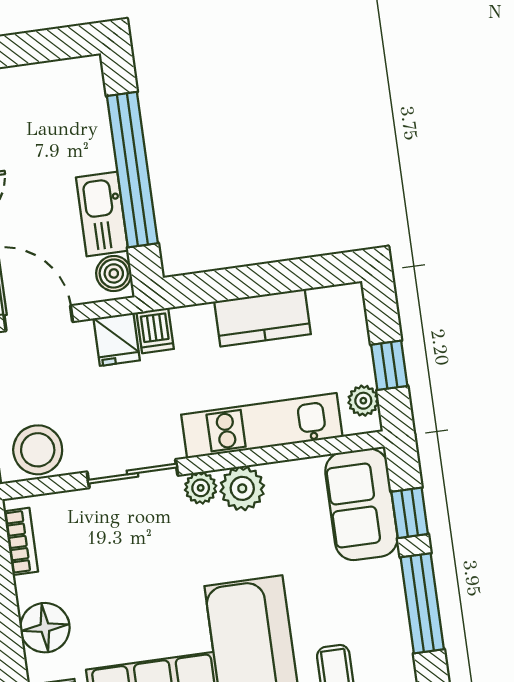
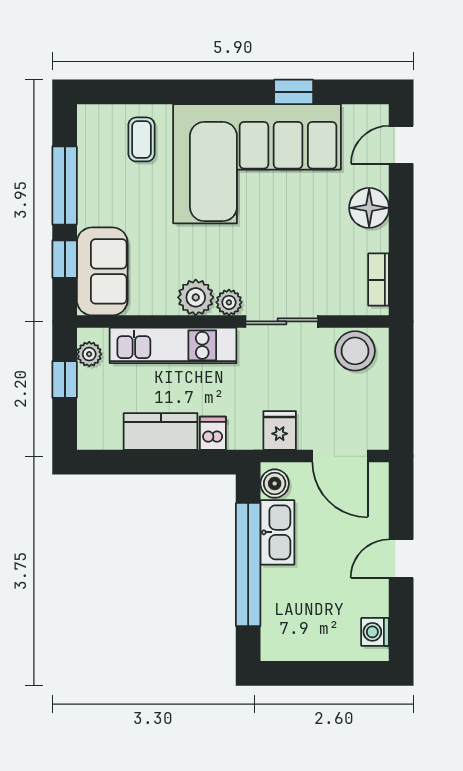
dishwasher: (155, 331) -> (213, 433), moved

